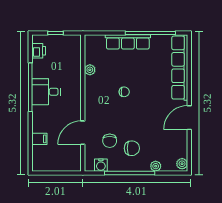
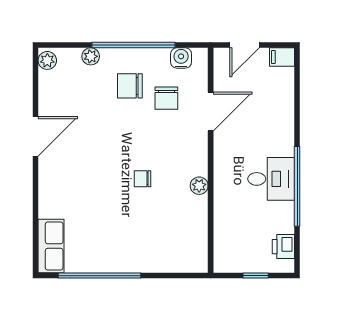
row of seats: (128, 42) -> (136, 261), removed
row of seats: (180, 68) -> (51, 246), width x0.50
plant: (90, 70) -> (199, 186), moved
filing cabinet: (39, 139) -> (282, 57), moved
chair: (110, 141) -> (166, 98), turned 180
door: (62, 173) -> (245, 45), added

